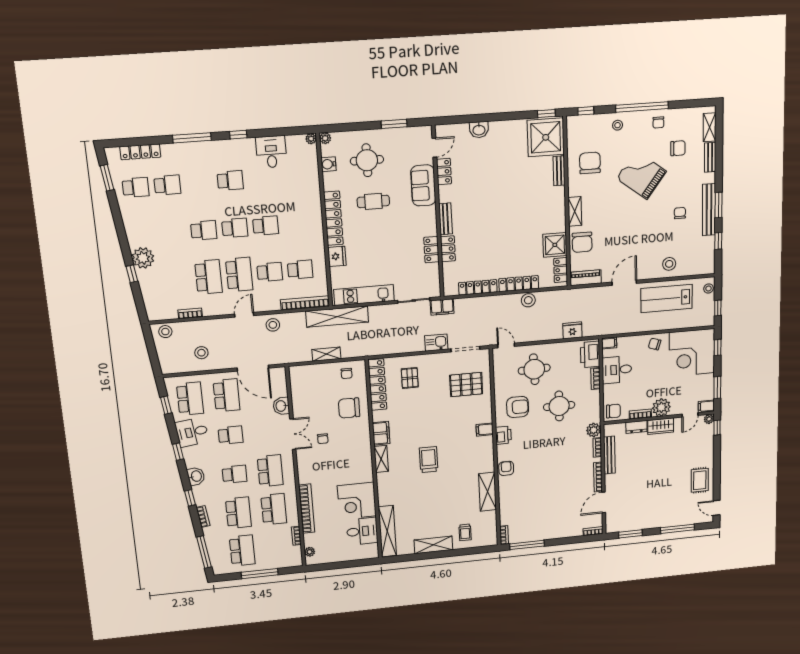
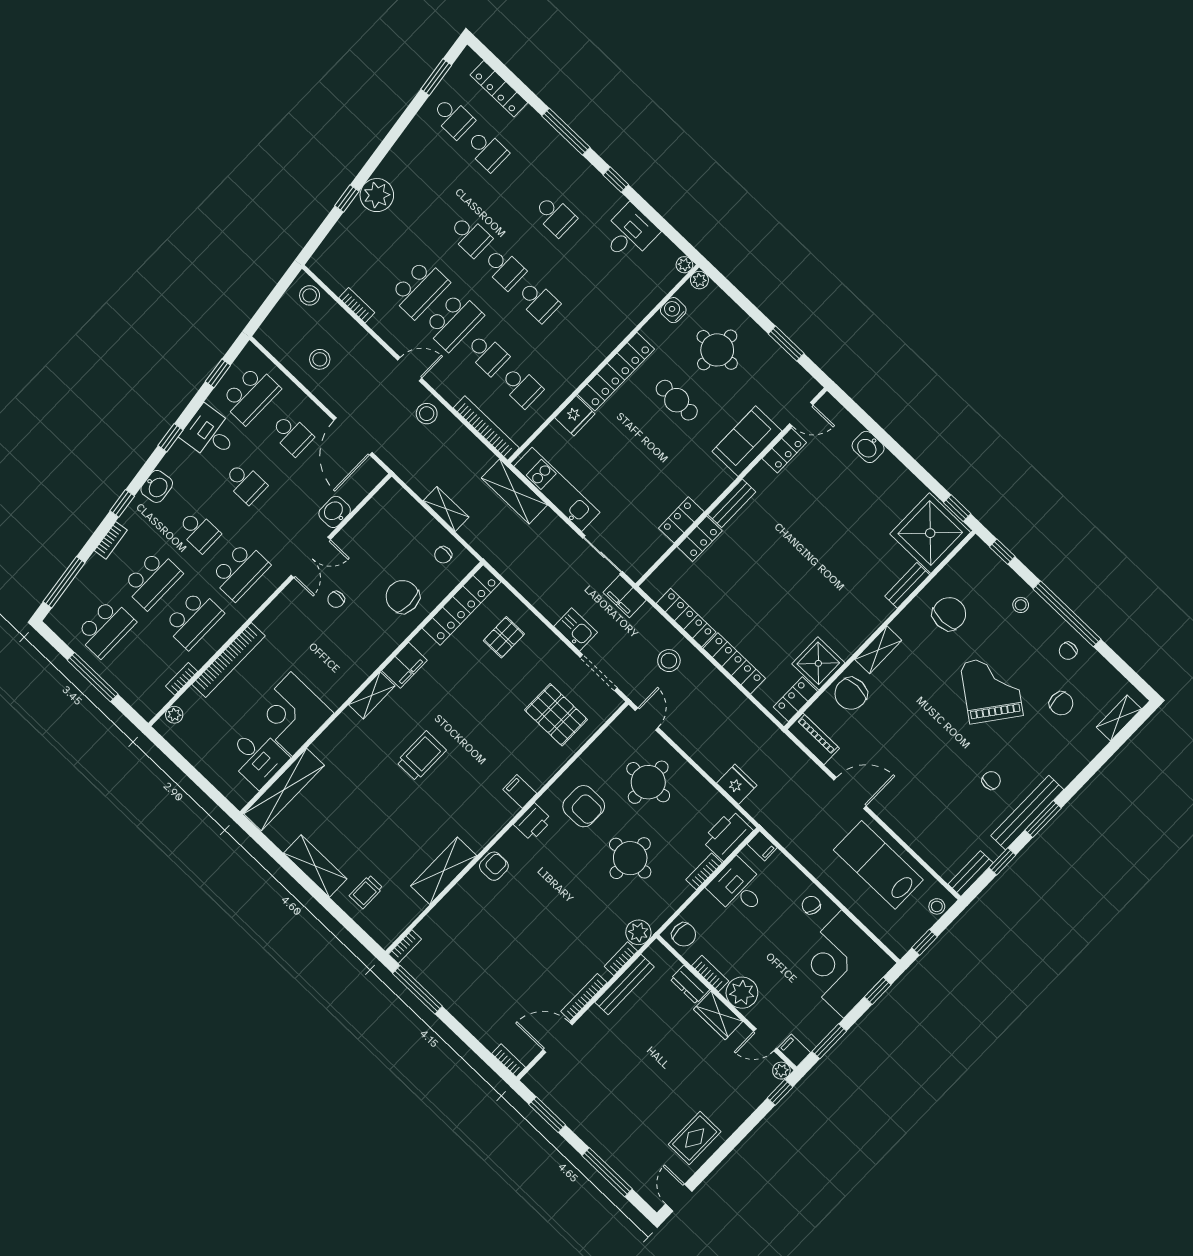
bench: (710, 157) -> (971, 874), moved
stool: (669, 264) -> (921, 827), removed
stool: (528, 300) -> (669, 661), moved
shelving: (337, 317) -> (514, 491), width x0.68
school desk: (227, 395) -> (292, 435), width x0.54

